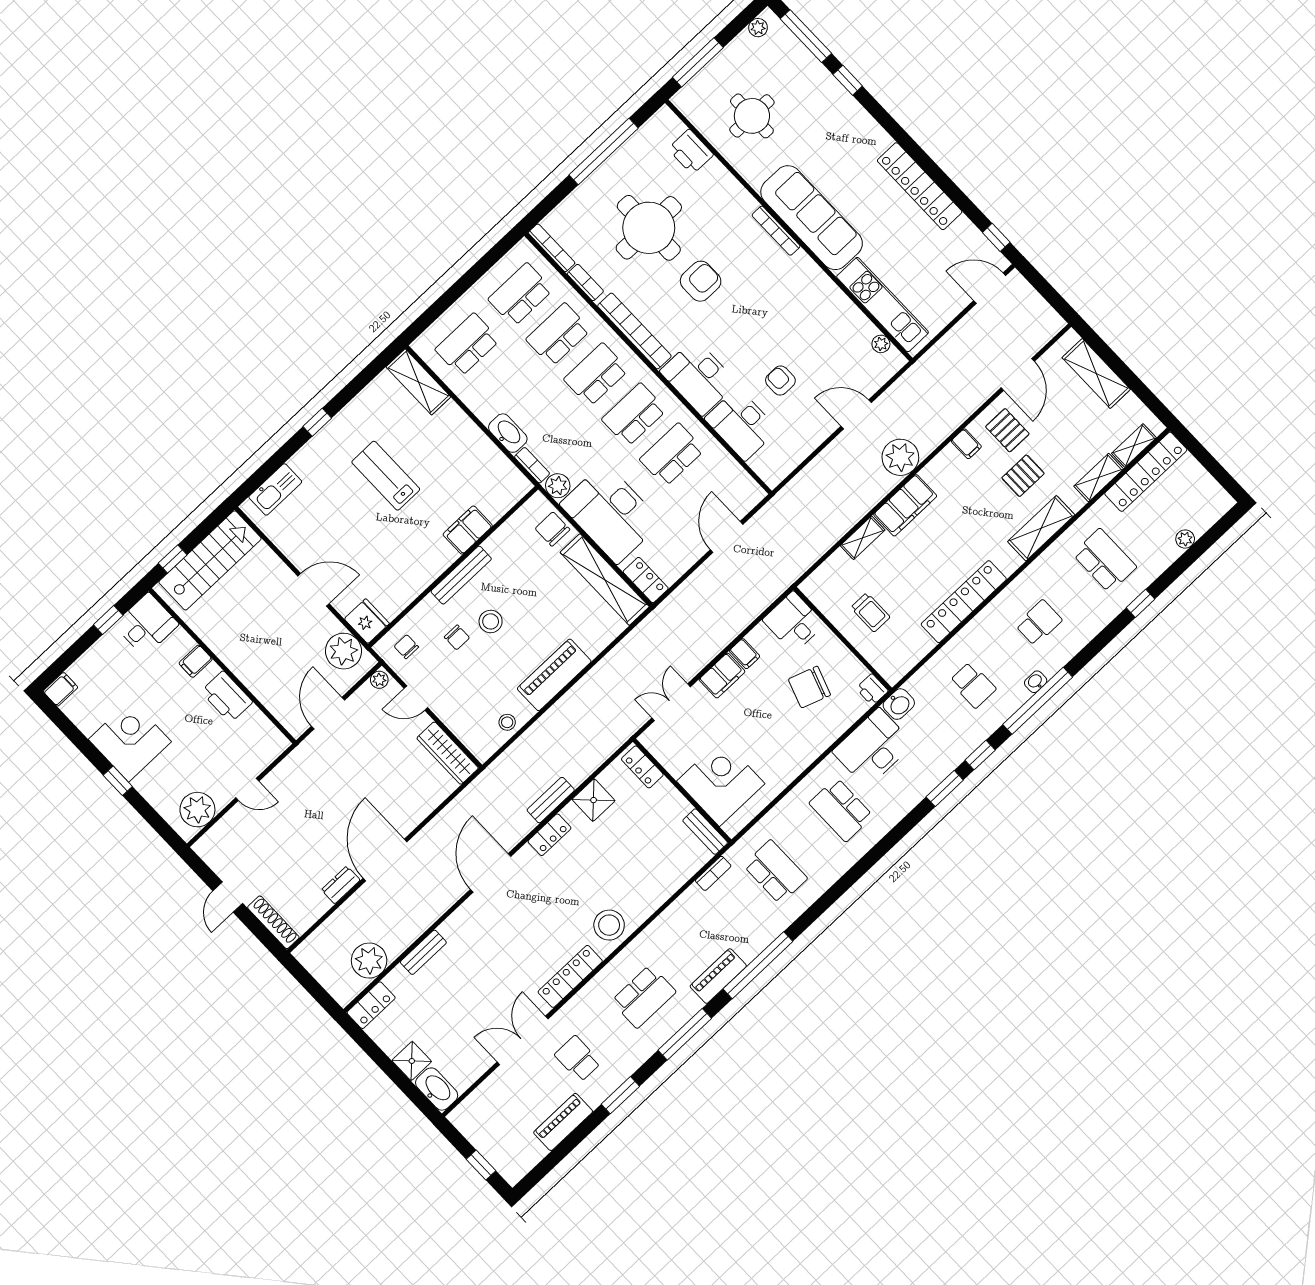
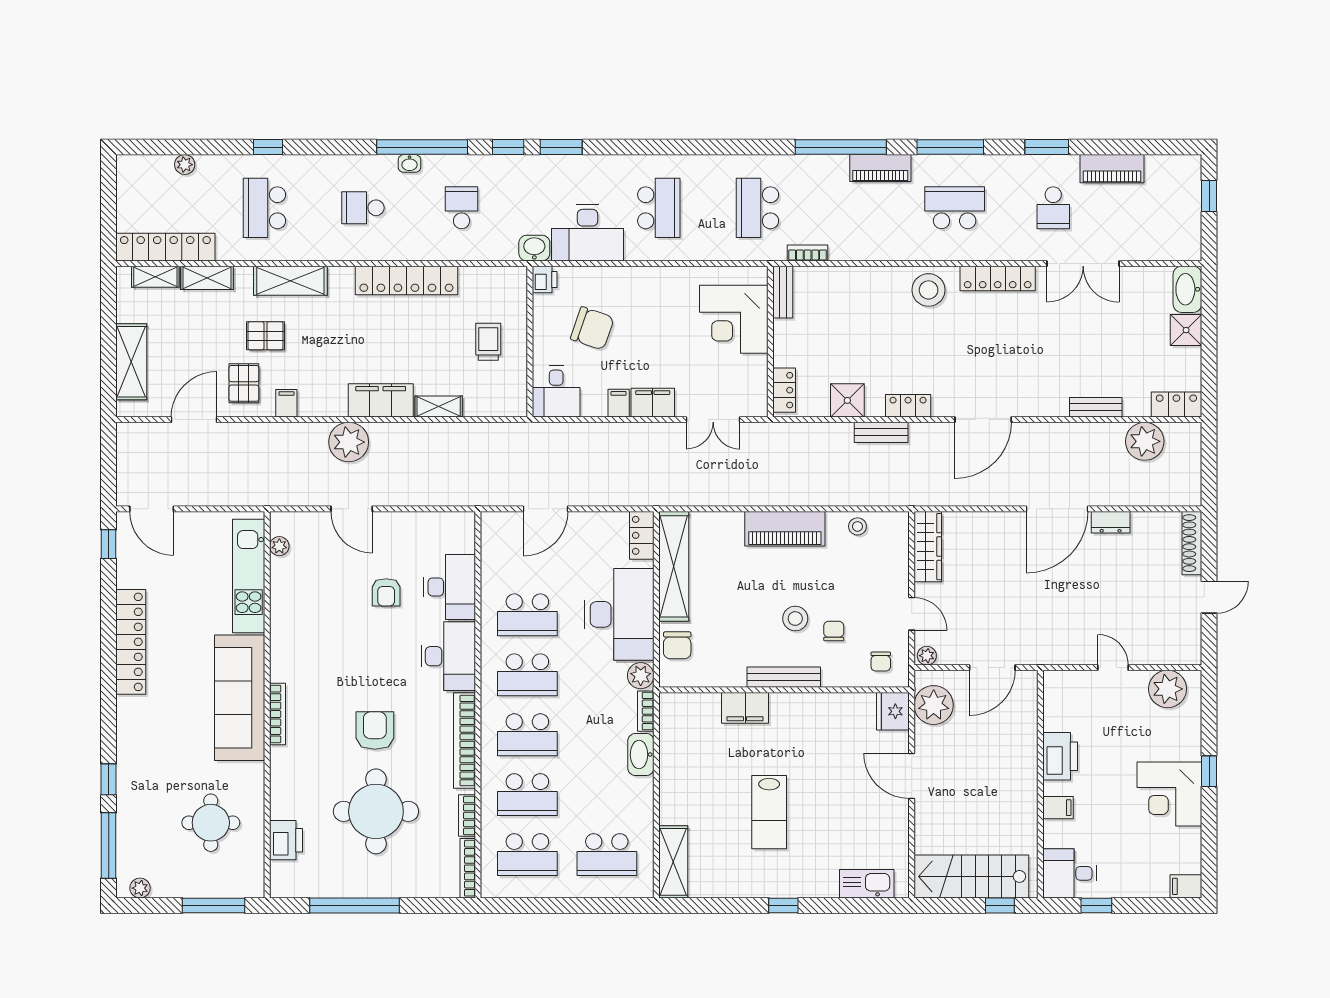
armchair: (701, 281) -> (375, 731), turned 90

